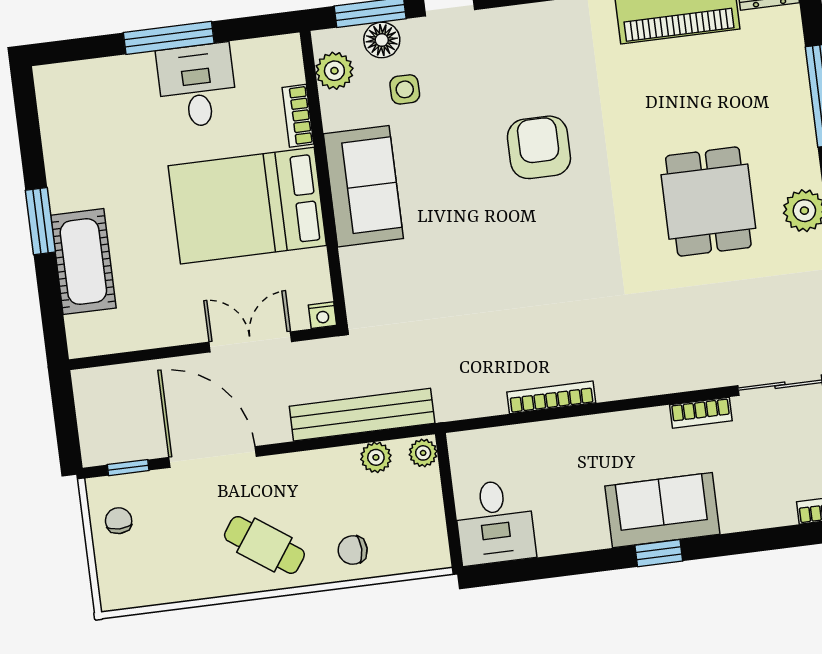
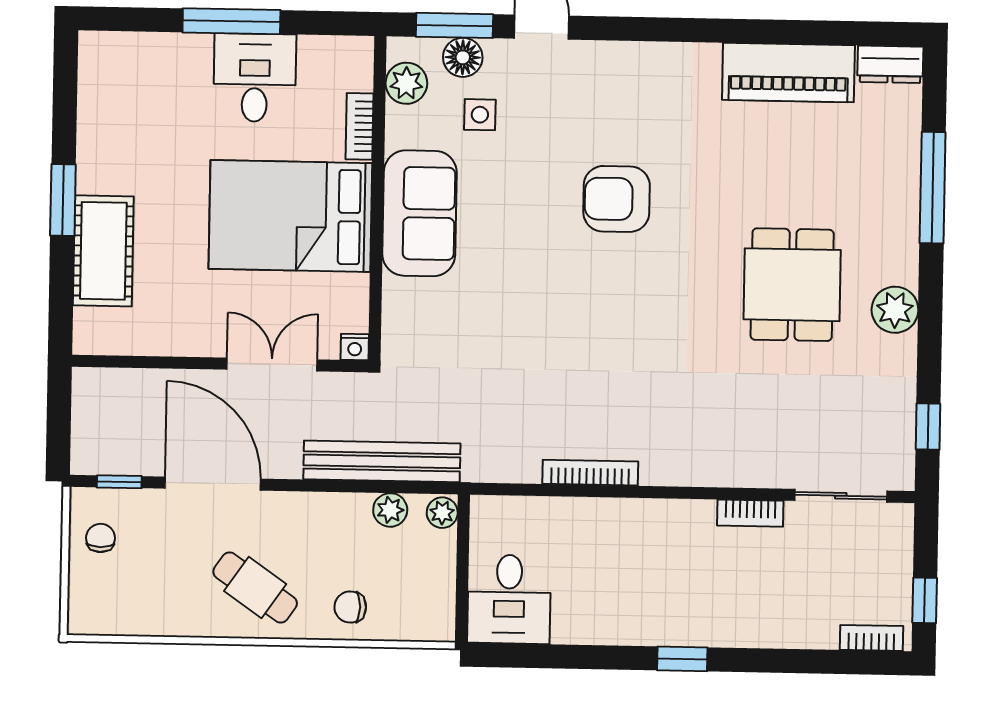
armchair: (539, 147) -> (617, 199), turned -90
sofa: (662, 510) -> (693, 613), removed

